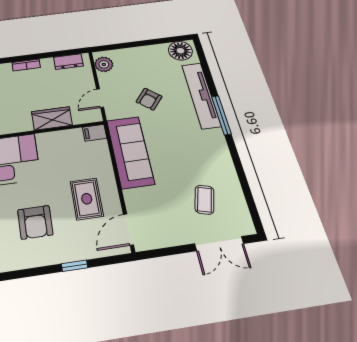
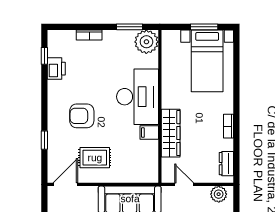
wardrobe: (52, 118) -> (171, 133), width x1.50
filing cabinet: (95, 133) -> (149, 133), moved, turned -90
door: (128, 229) -> (65, 184), hinge flipped

